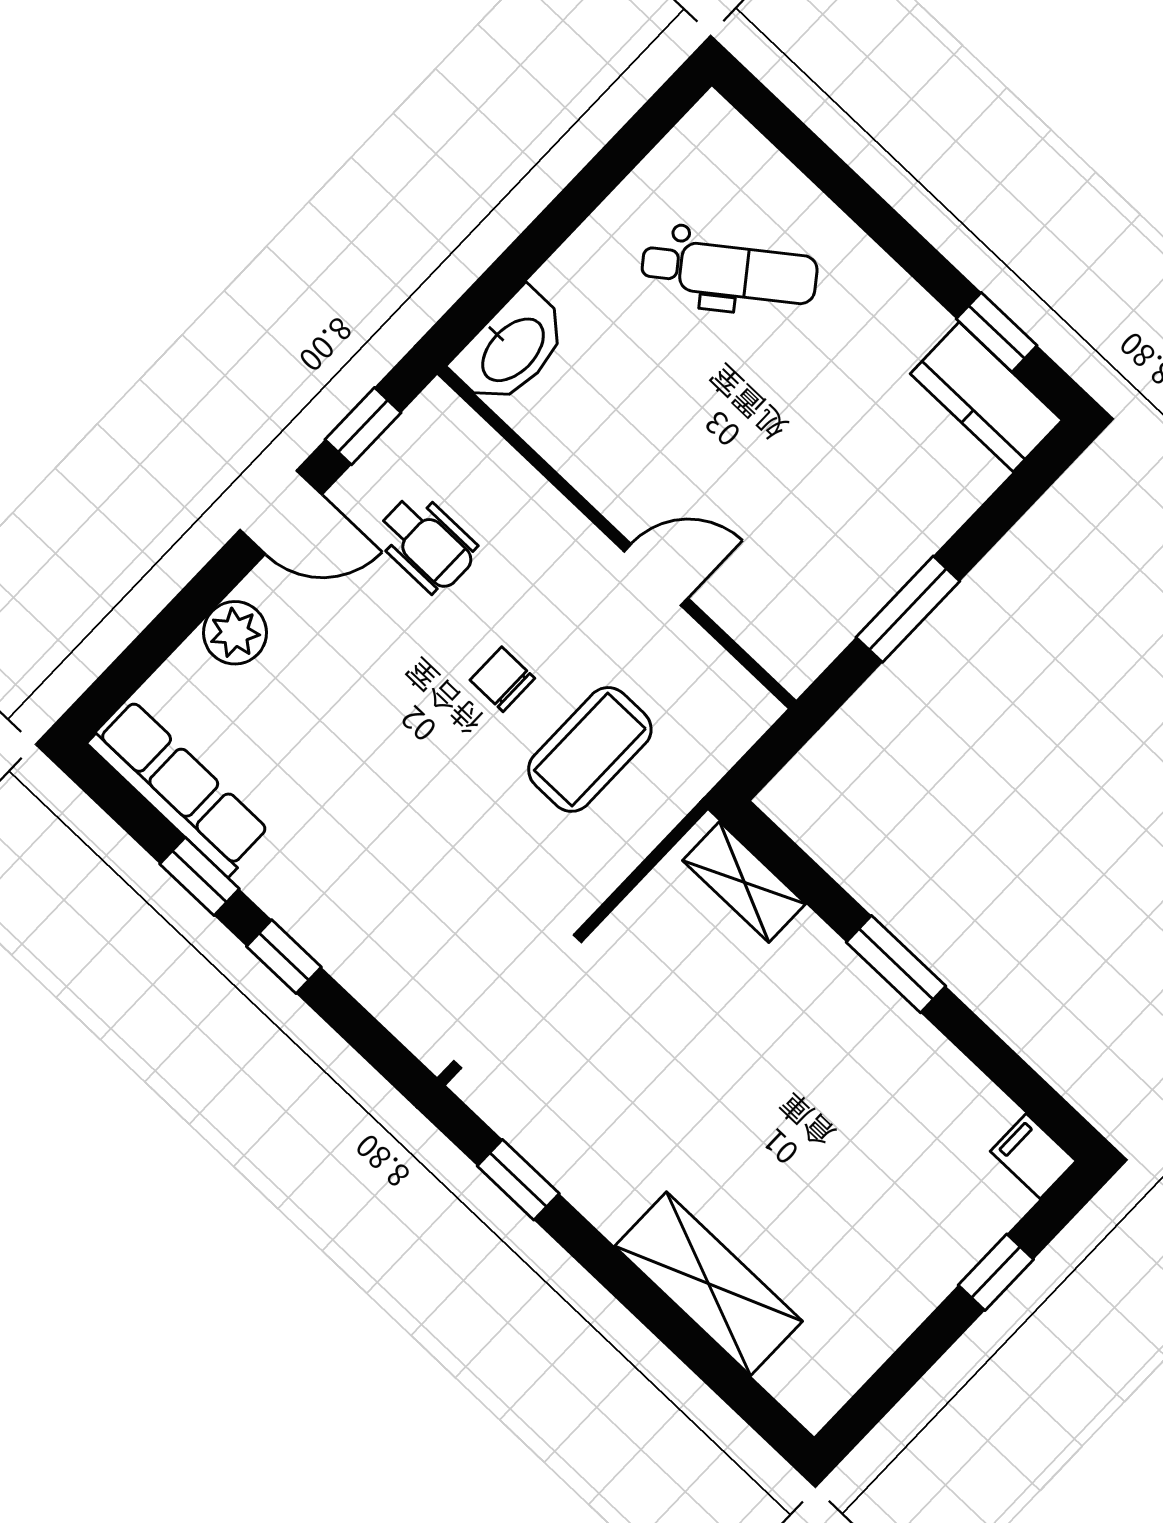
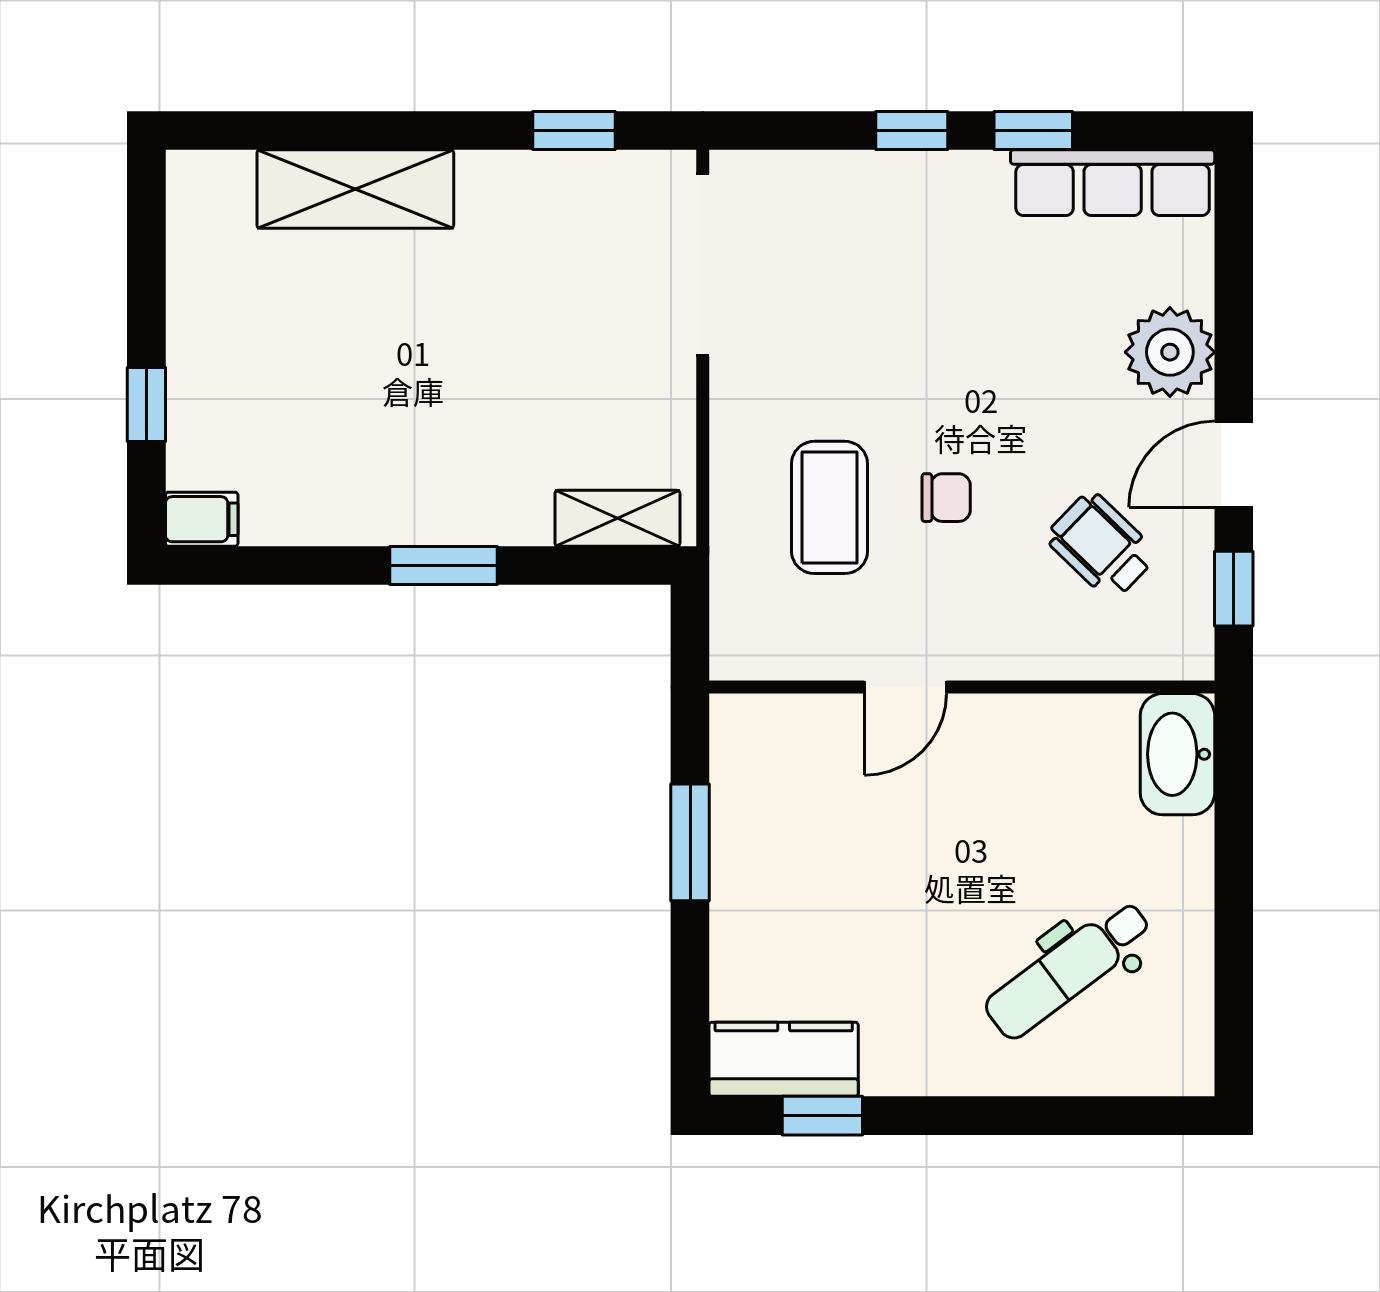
wheelchair: (427, 543) -> (1101, 546), turned 44
plant: (235, 633) -> (1170, 352), width x1.36, depth x1.36

